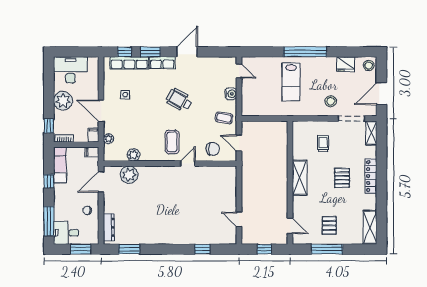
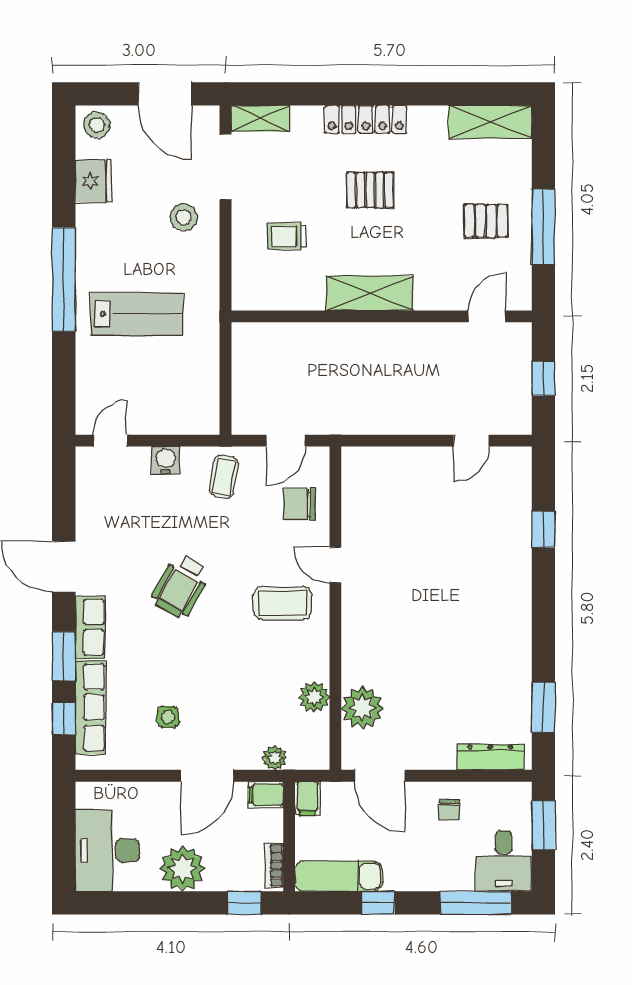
chair: (213, 149) -> (299, 504), turned -90

